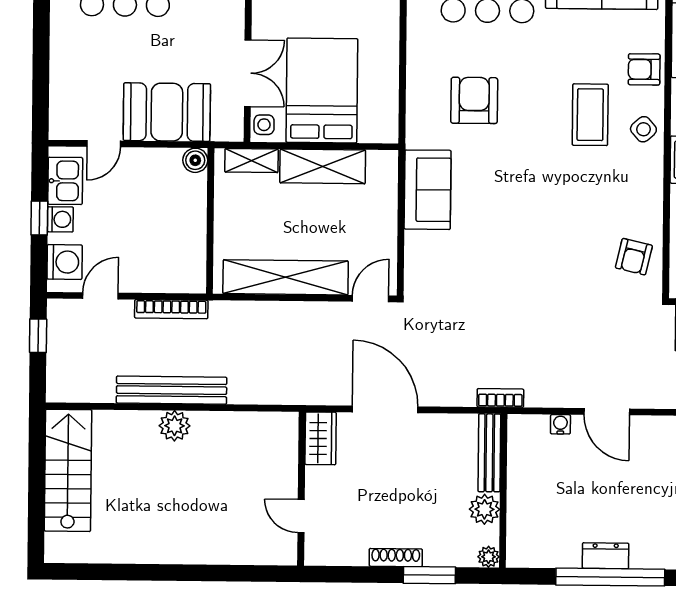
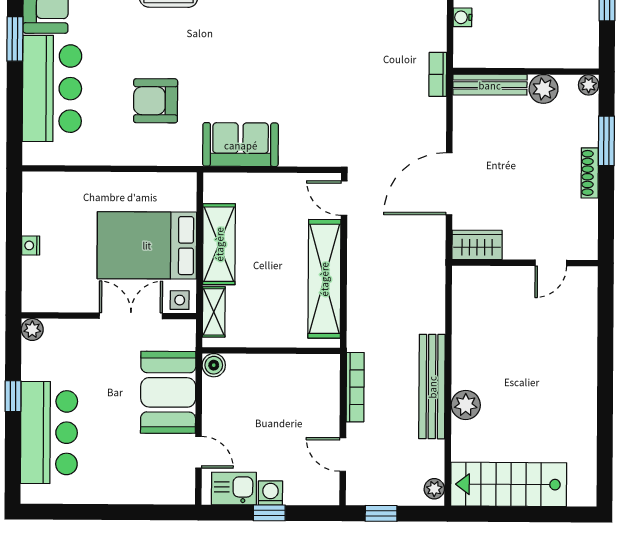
washing machine: (65, 262) -> (311, 489), removed
plant: (64, 392) -> (434, 489), added
plant: (175, 426) -> (466, 405), moved

